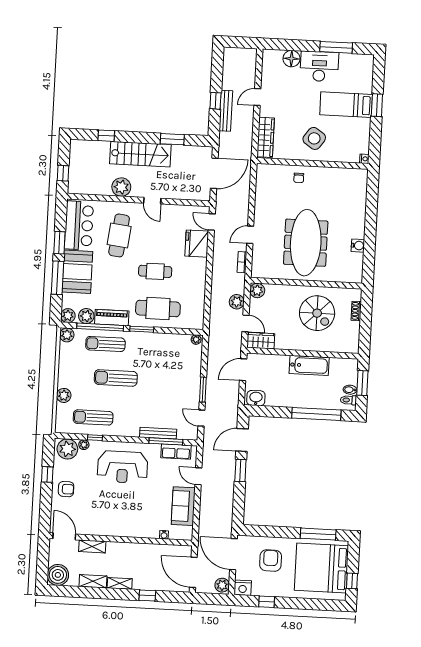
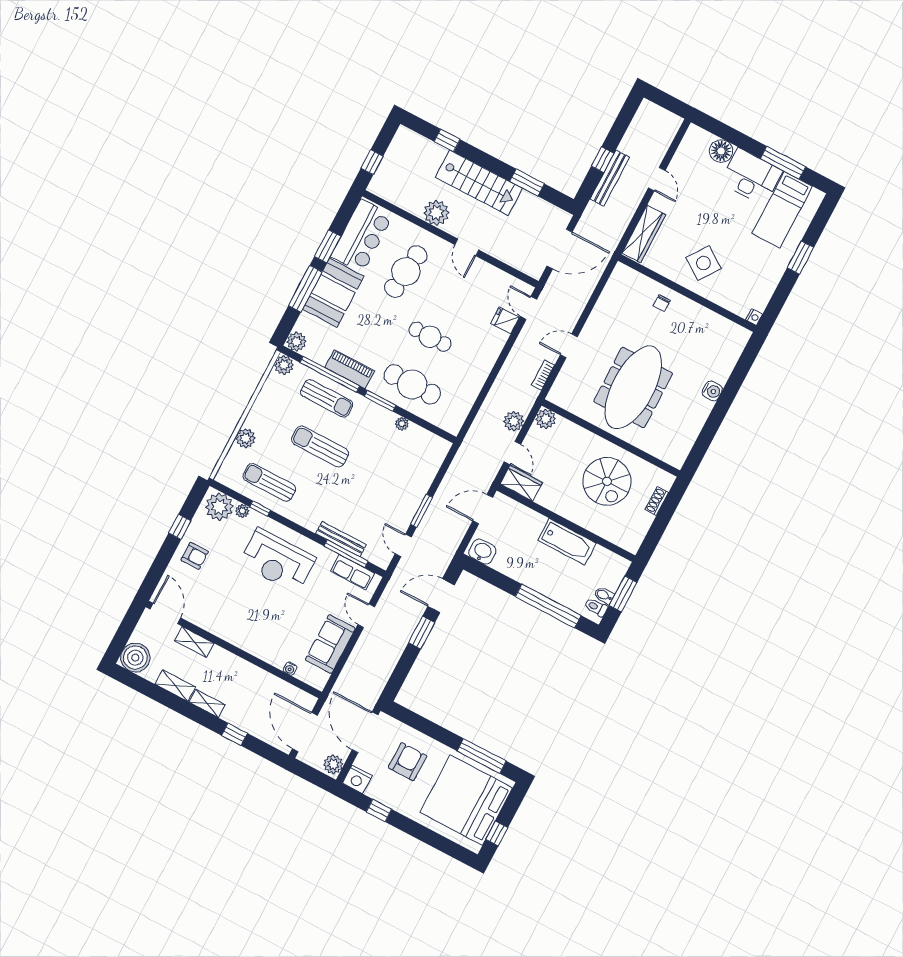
door: (257, 97) -> (657, 179), swing flipped
bed: (346, 105) -> (782, 210), moved, turned -90
fridge: (197, 244) -> (505, 320), width x0.53, depth x0.75
water cooler: (358, 246) -> (712, 391), moved
plant: (86, 316) -> (319, 353), removed
plant: (196, 340) -> (402, 424), moved
sun lounger: (105, 344) -> (327, 398), turned 180

